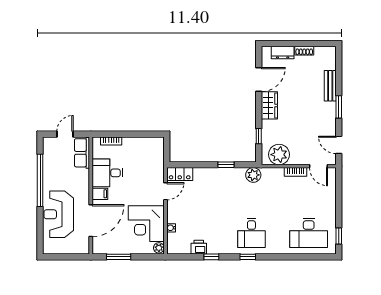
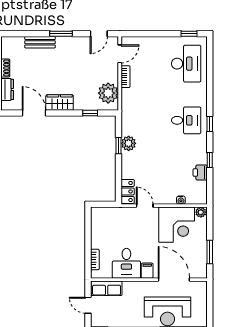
plant: (253, 175) -> (129, 143), moved

